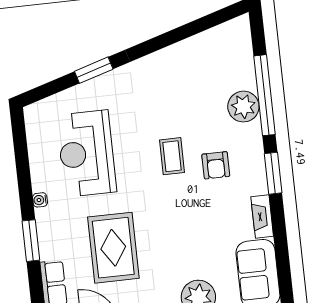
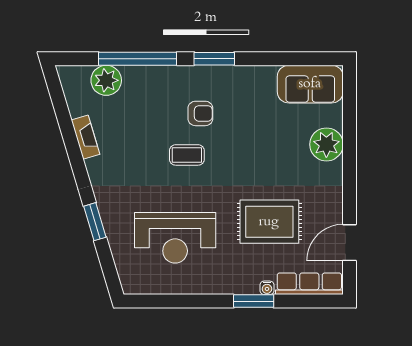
plant: (243, 107) -> (106, 80), moved
water cooler: (40, 200) -> (267, 288), moved
fireplace: (262, 216) -> (86, 137), moved, turned -107

